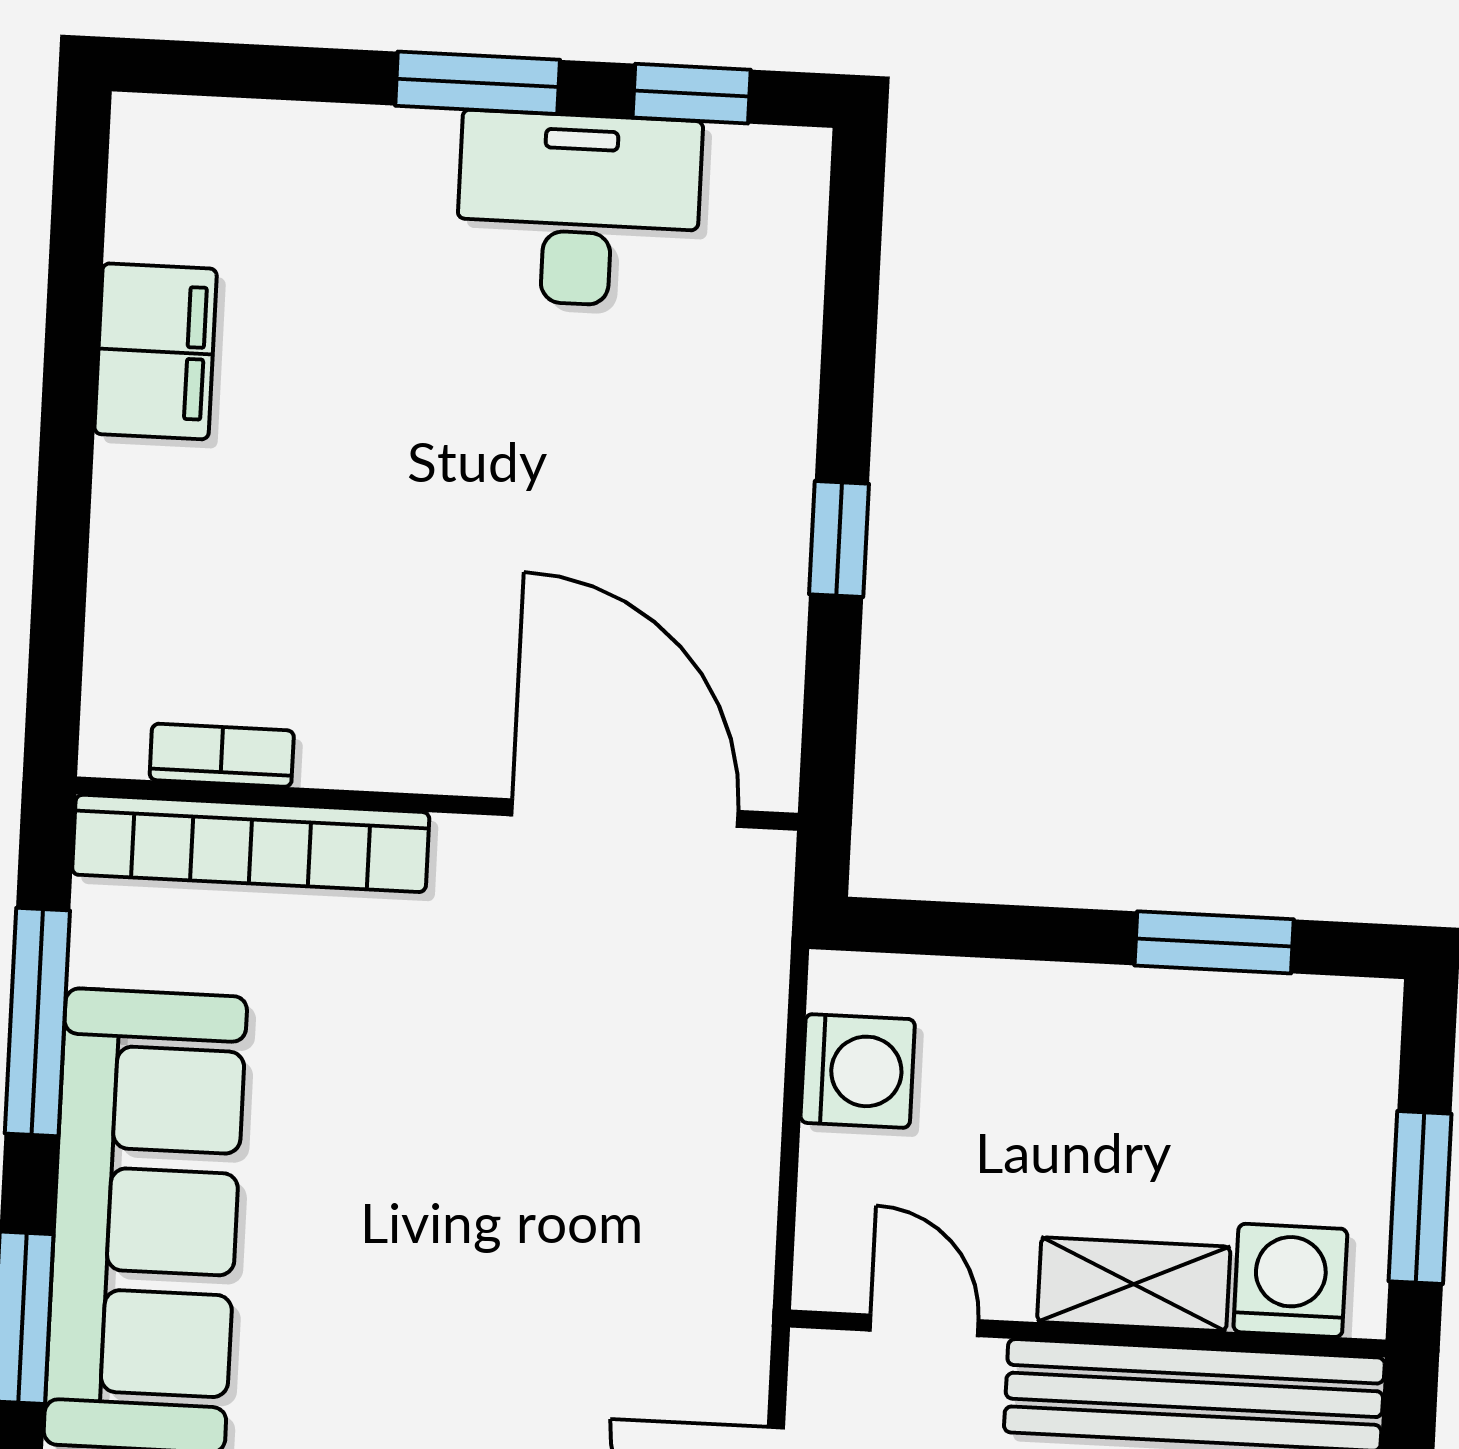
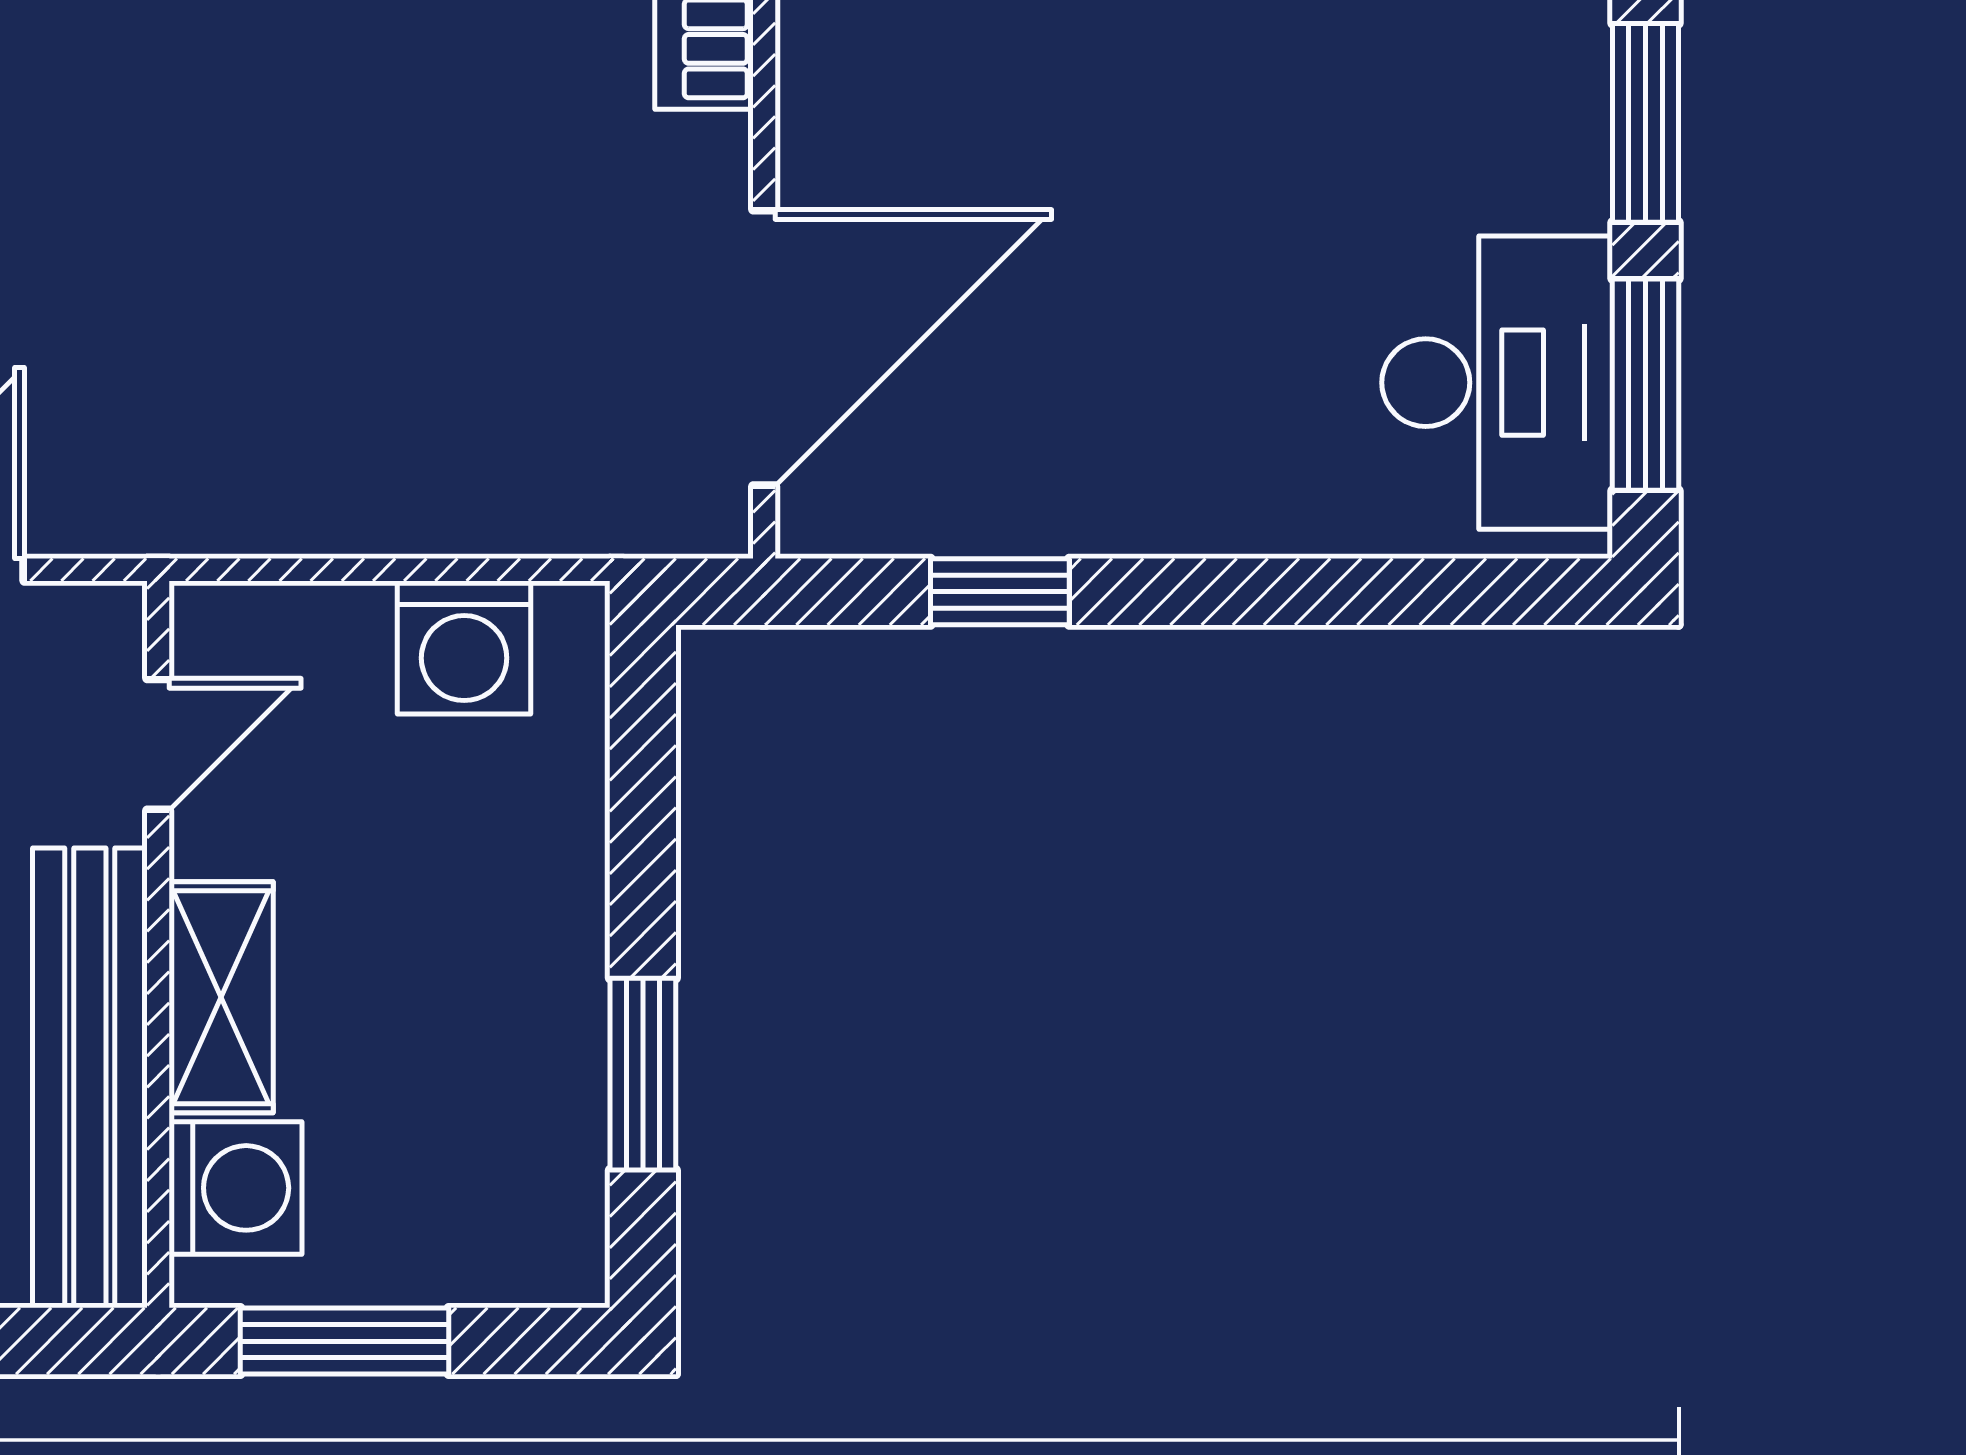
window: (692, 94) -> (1646, 385), width x1.50
desk: (578, 210) -> (1497, 383), moved
window: (839, 539) -> (1000, 592), moved

